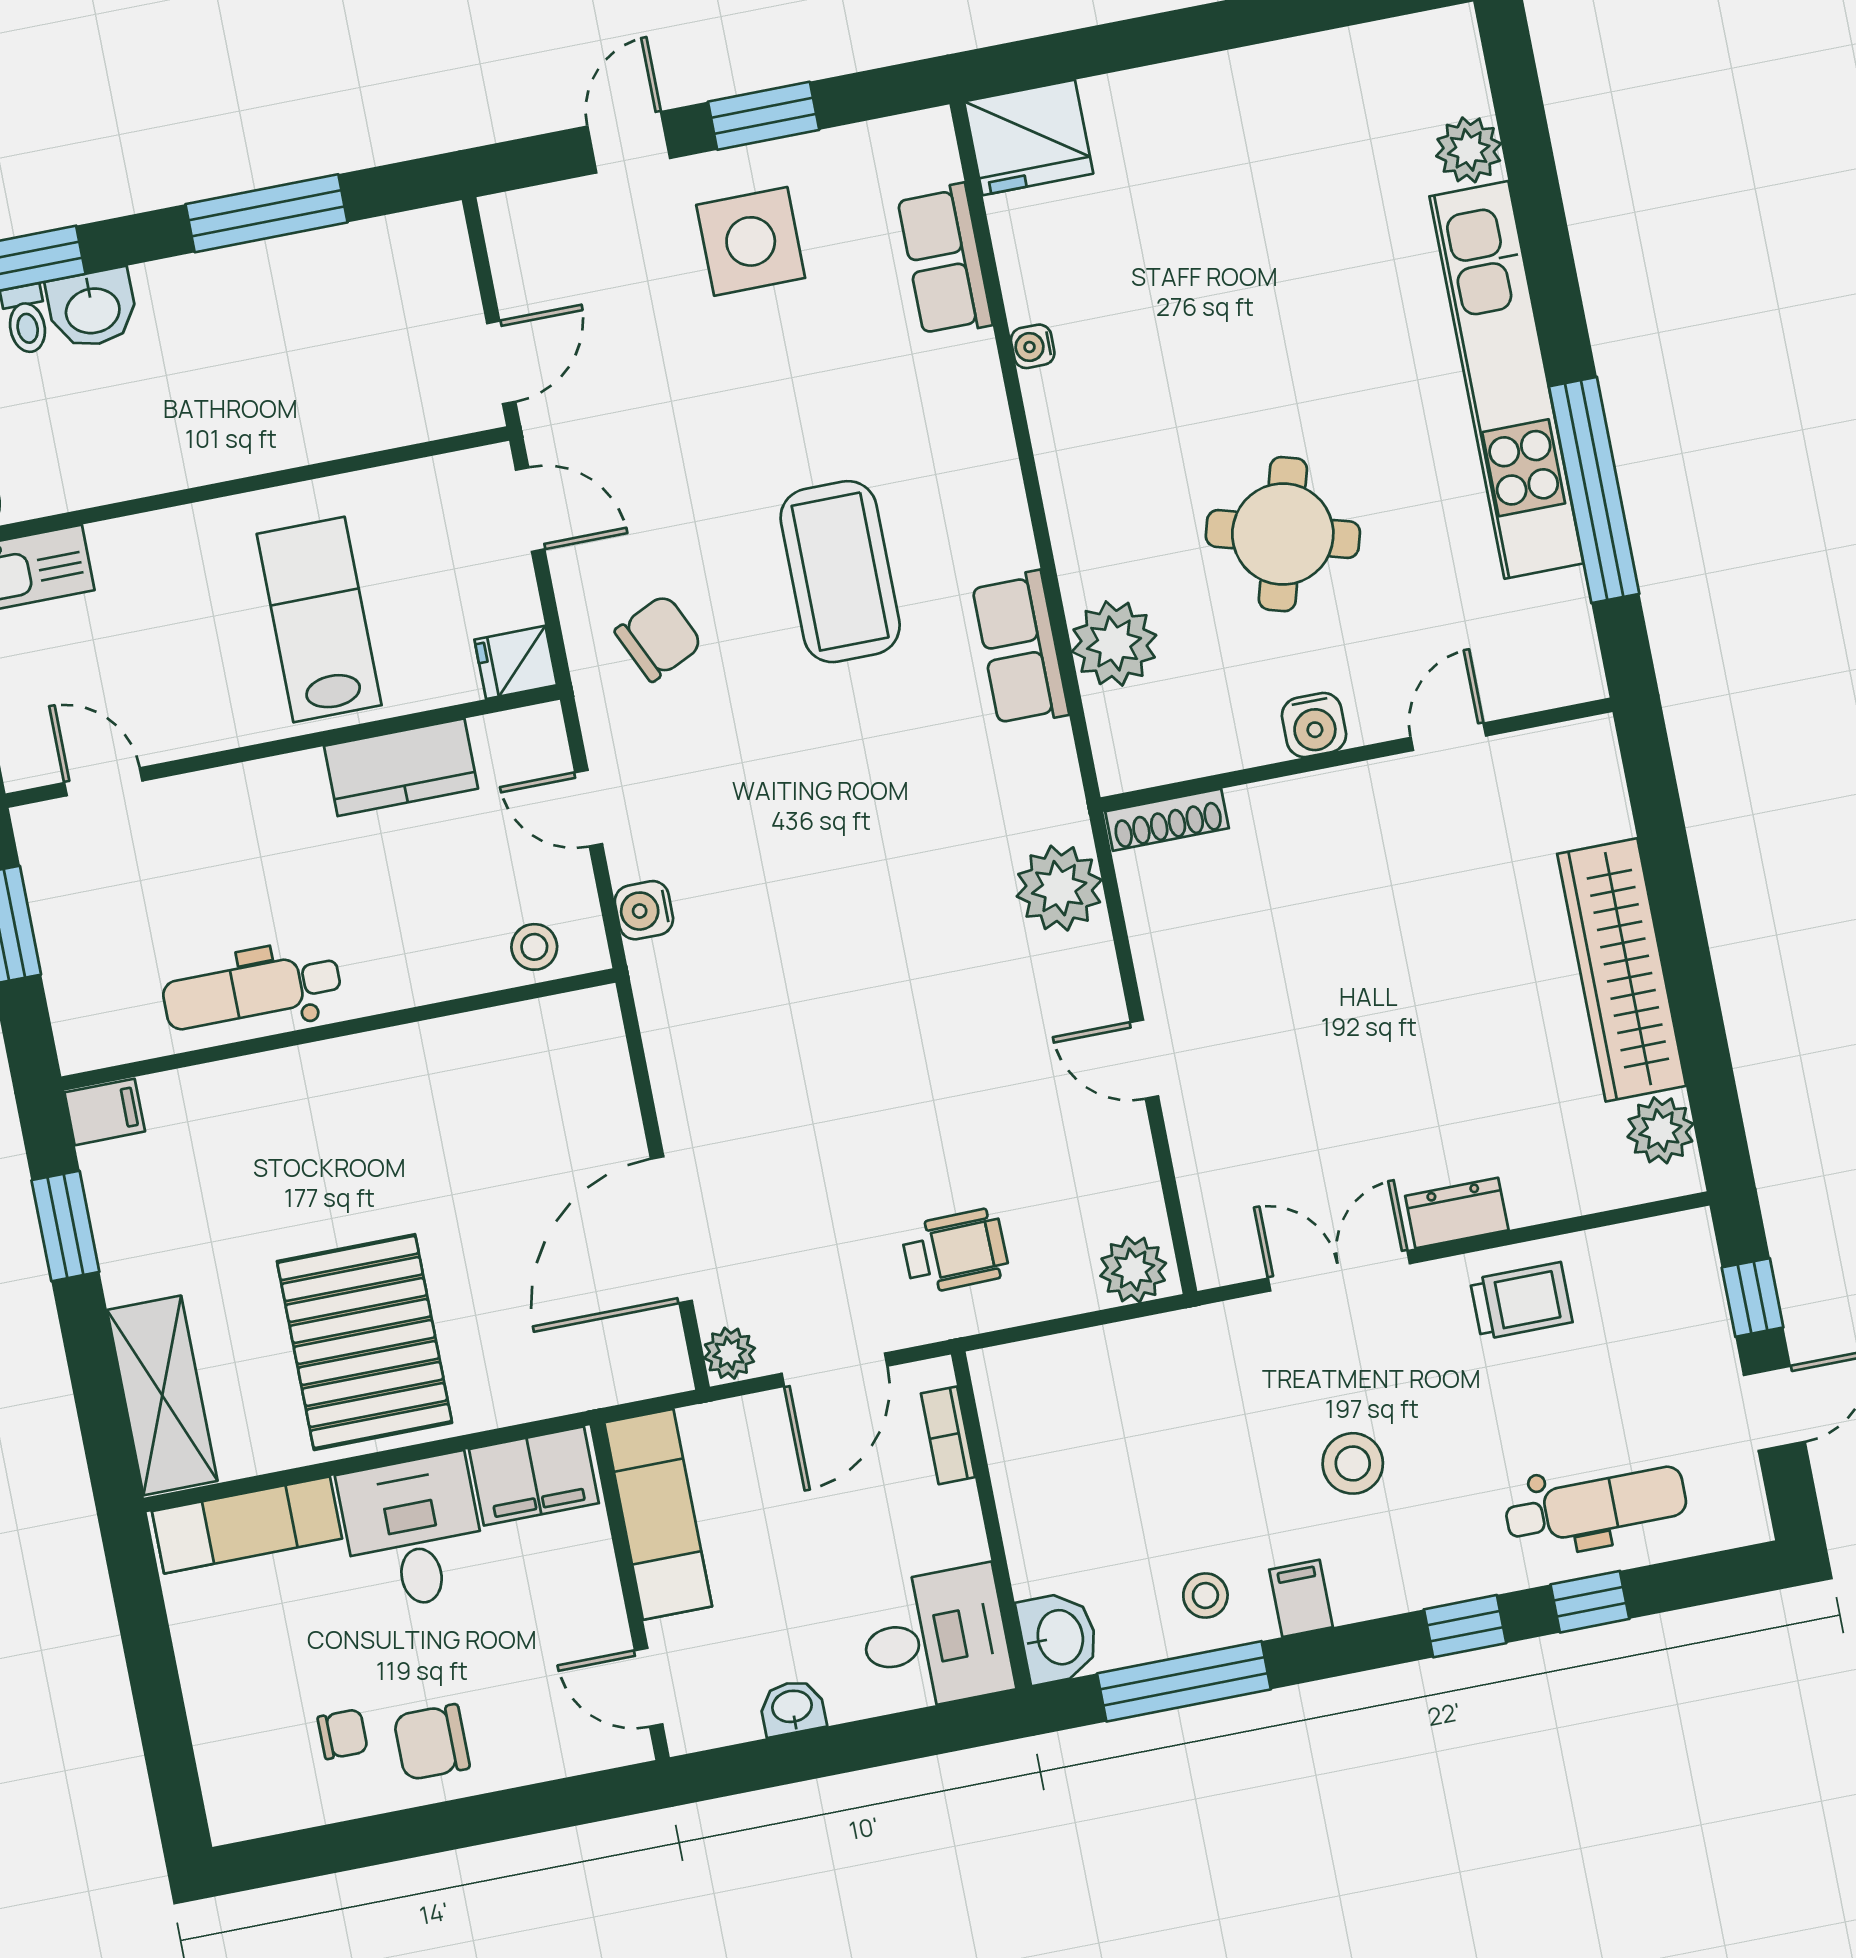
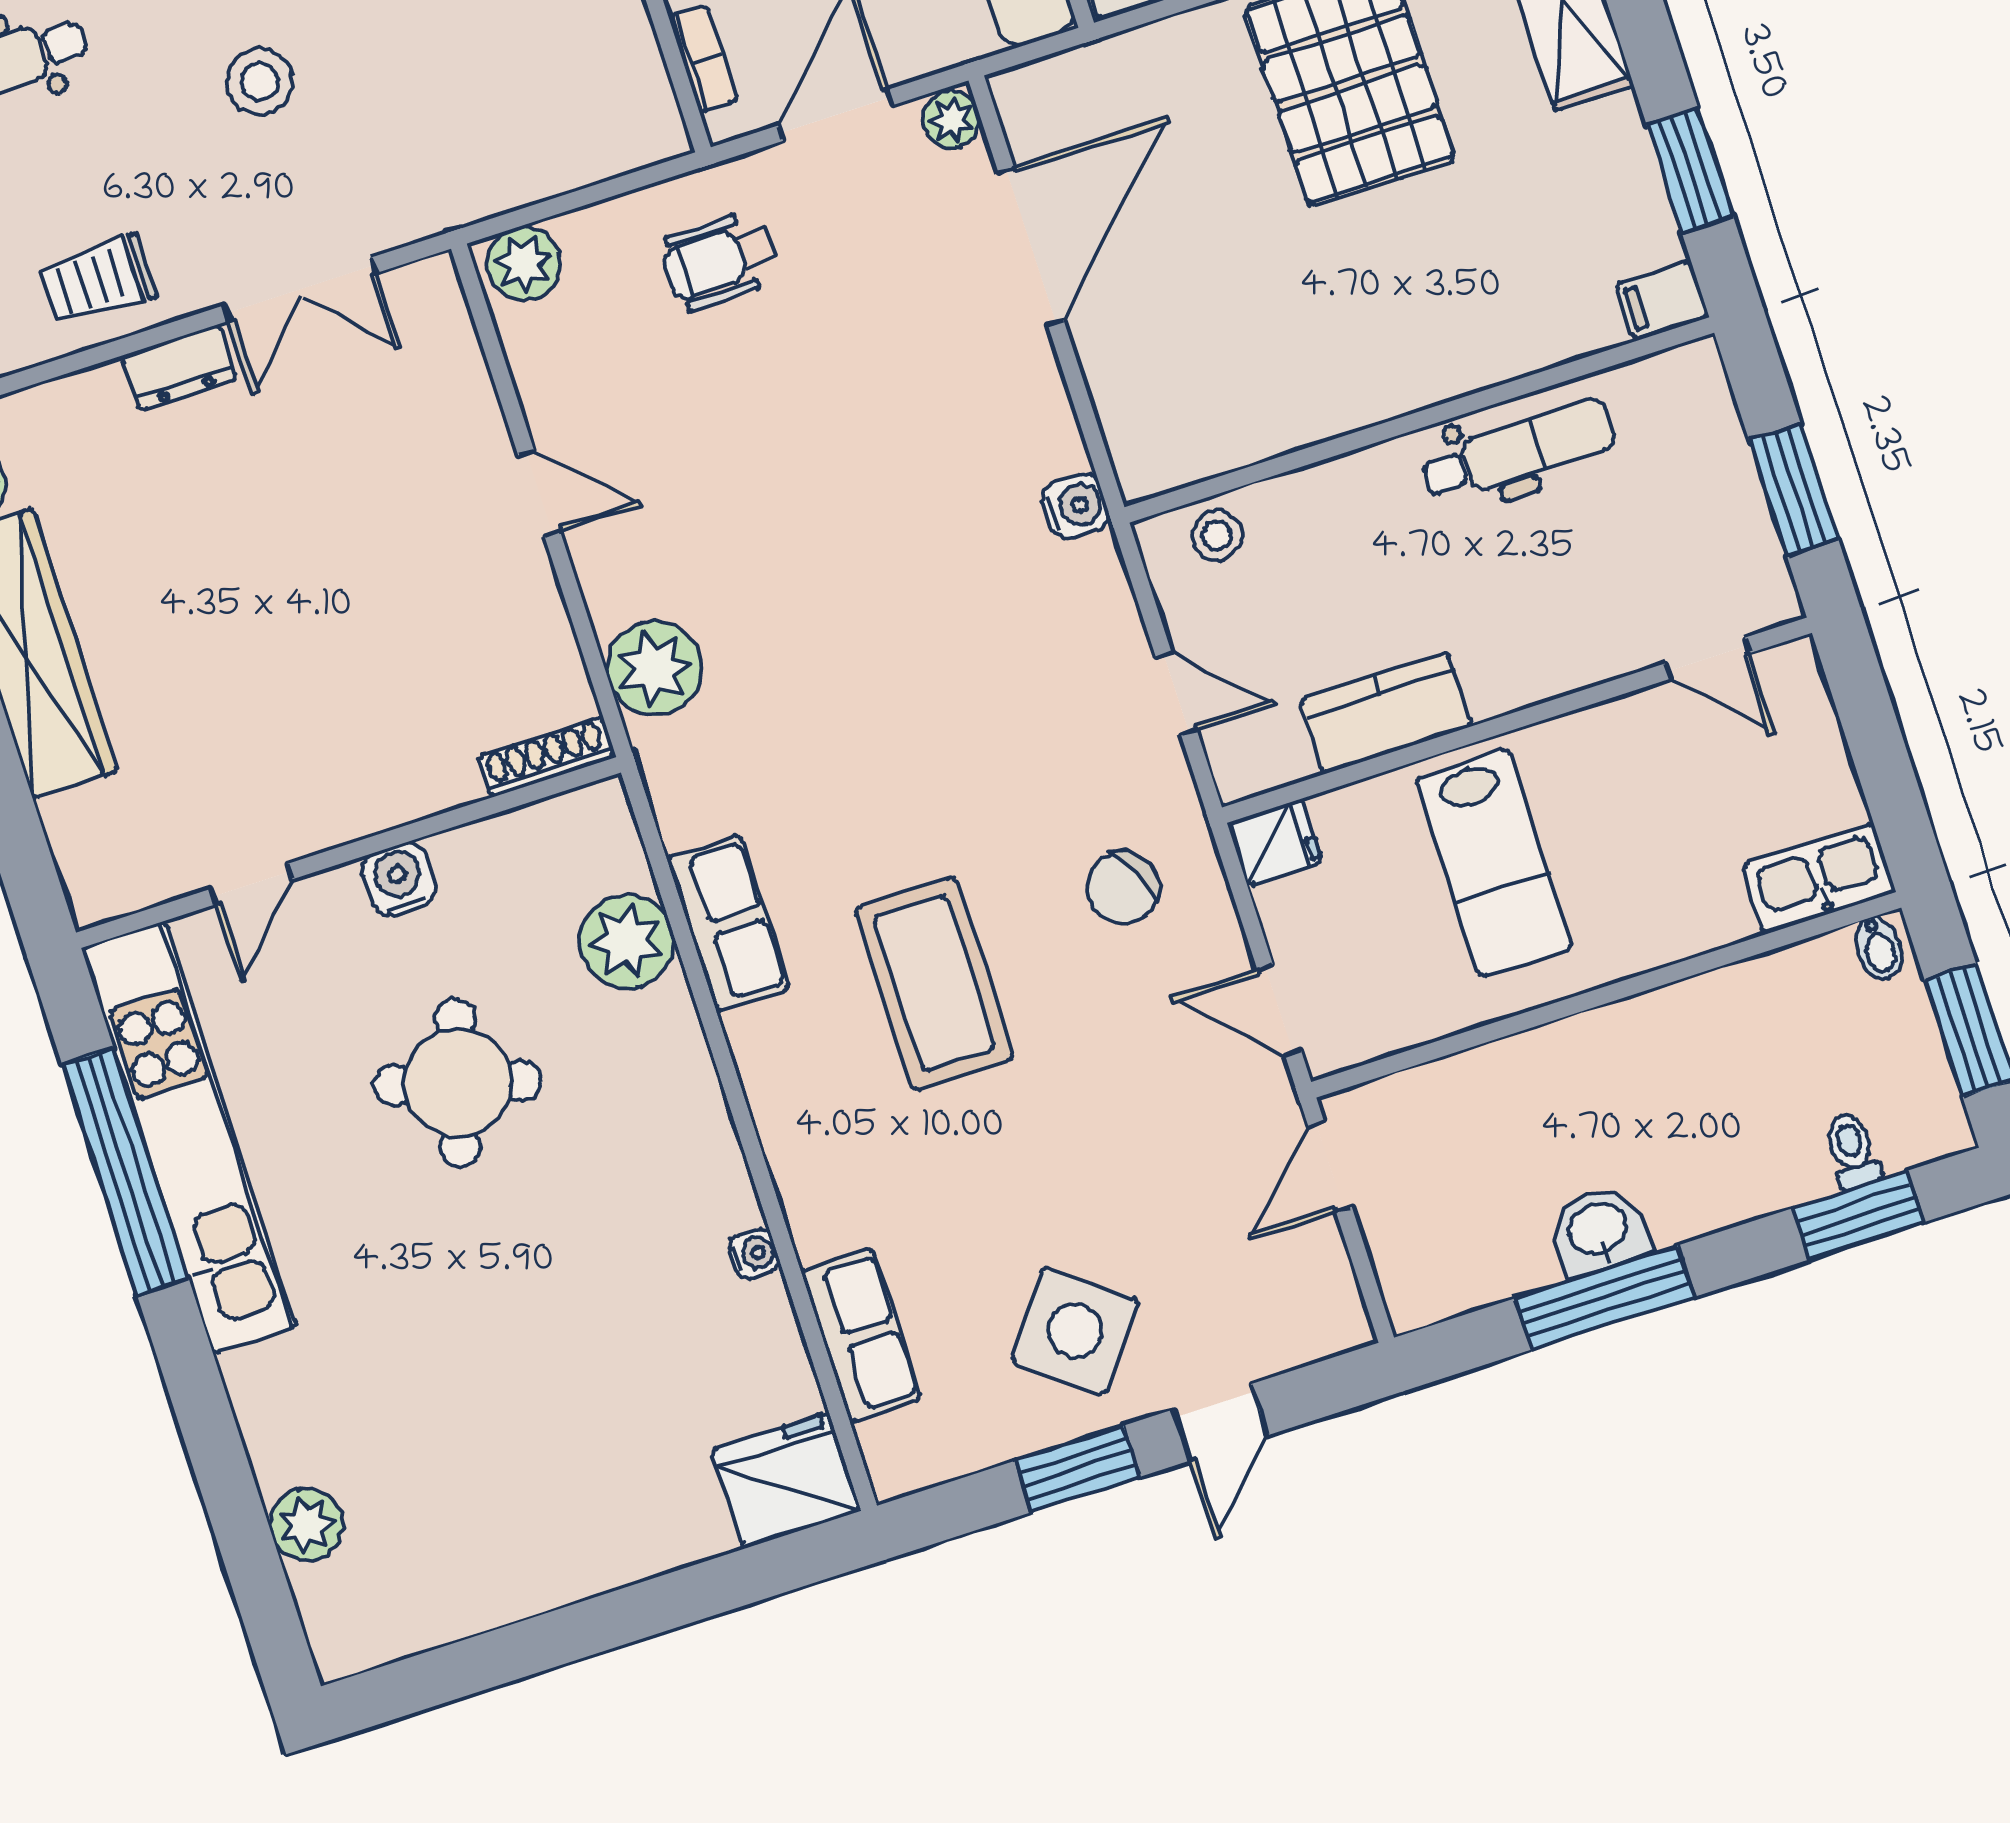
side table: (751, 241) -> (1075, 1331), turned 37
washbasin: (92, 309) -> (1598, 1230), moved
kitchen unit: (1506, 380) -> (189, 1137), moved
water cooler: (644, 910) -> (1076, 506), moved

